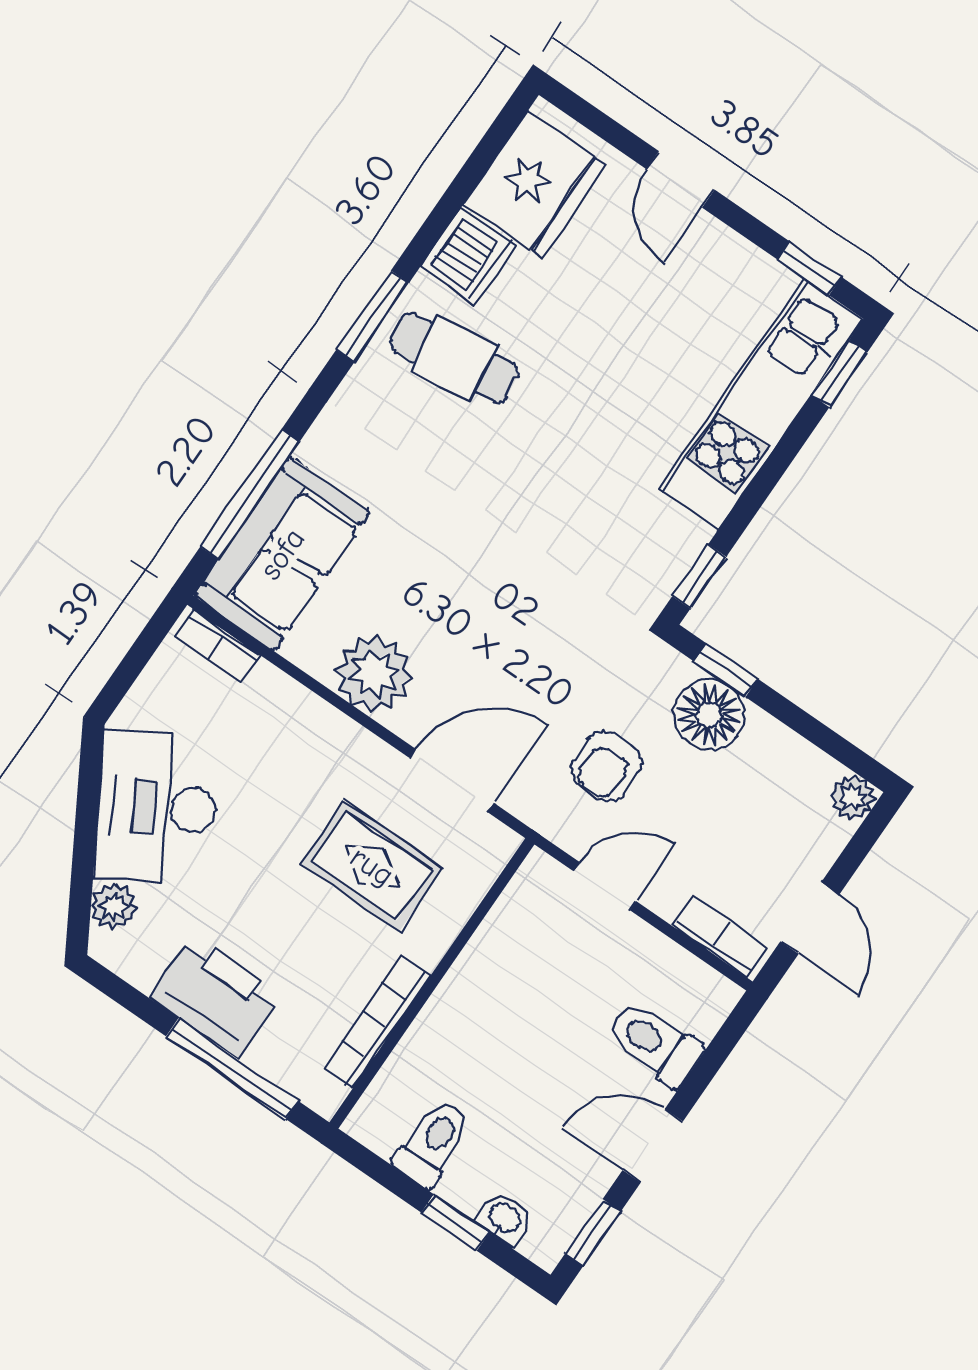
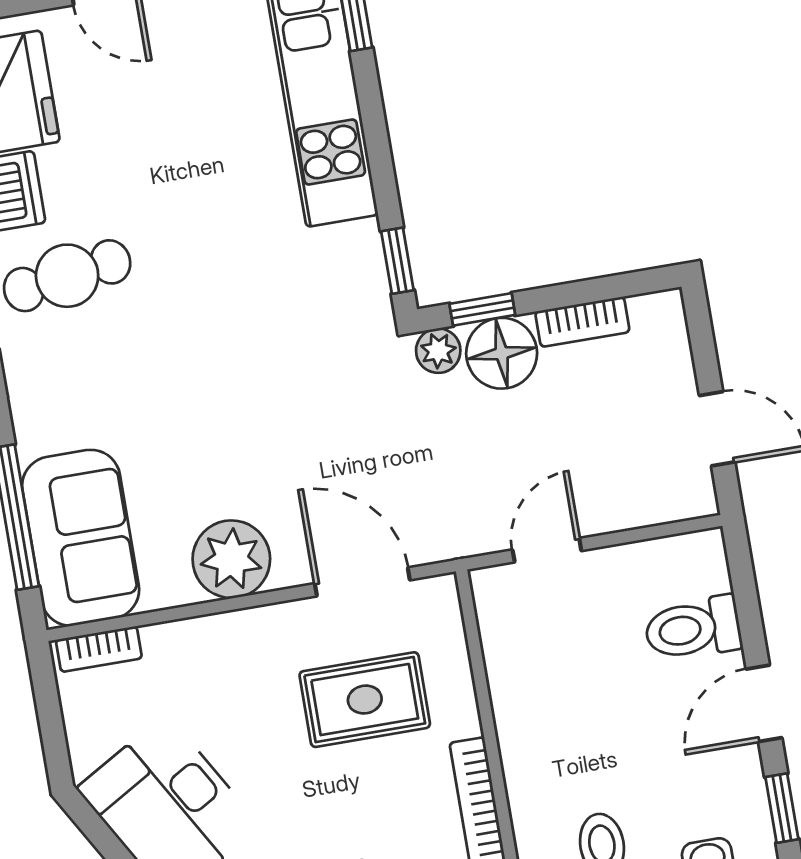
armchair: (607, 766) -> (464, 462), removed
door: (452, 780) -> (362, 582), hinge flipped
plant: (853, 798) -> (438, 351), moved
bookcase: (719, 937) -> (582, 322), moved, turned 180

